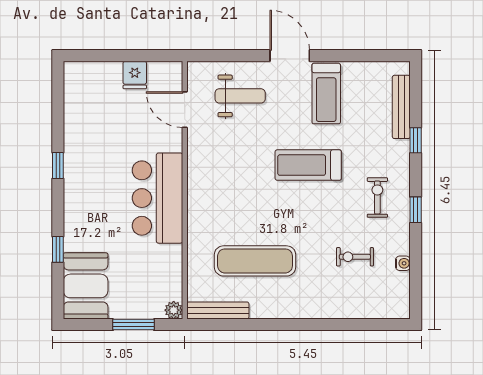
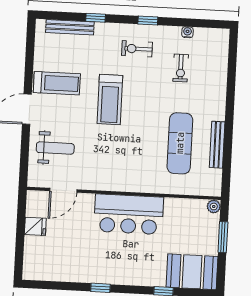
weight bench: (240, 96) -> (55, 148), turned 90
bench: (218, 310) -> (217, 145), moved

